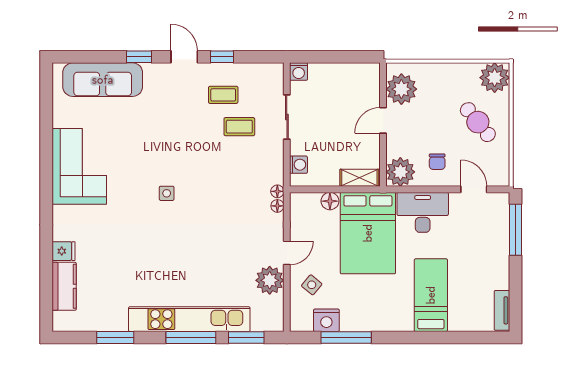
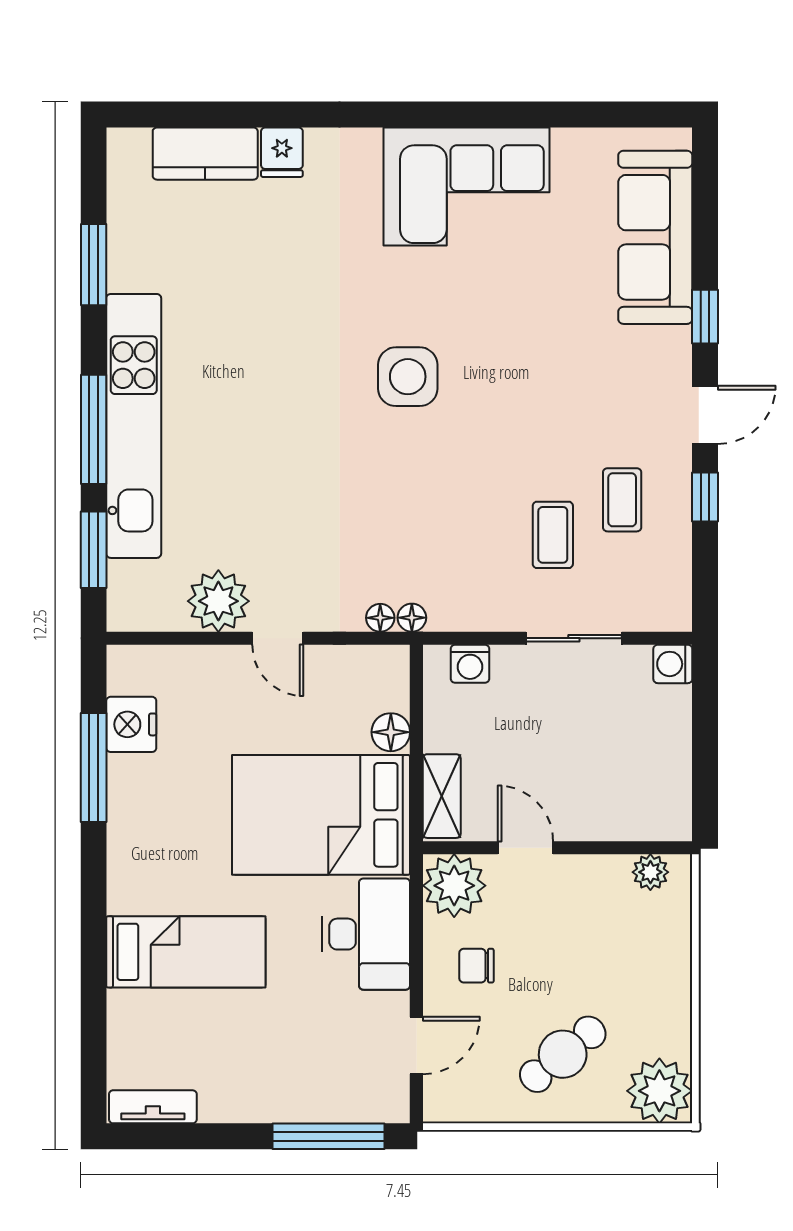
plant: (401, 89) -> (650, 872), width x0.53, depth x0.53
door: (383, 120) -> (525, 848), moved
side table: (167, 193) -> (408, 377), width x1.87, depth x1.87
side table: (312, 285) -> (208, 692), removed

